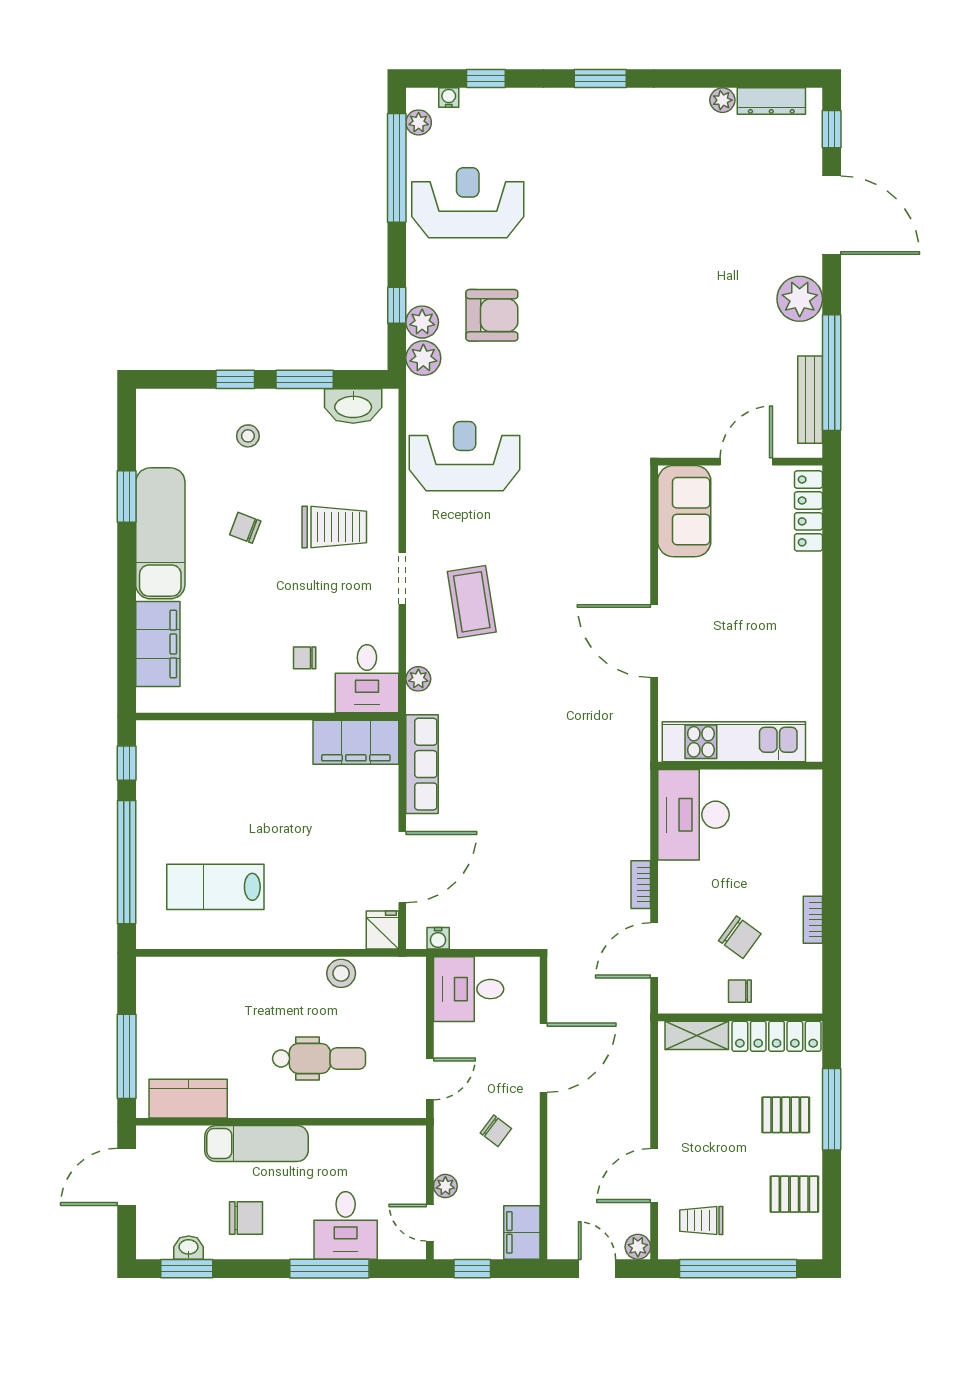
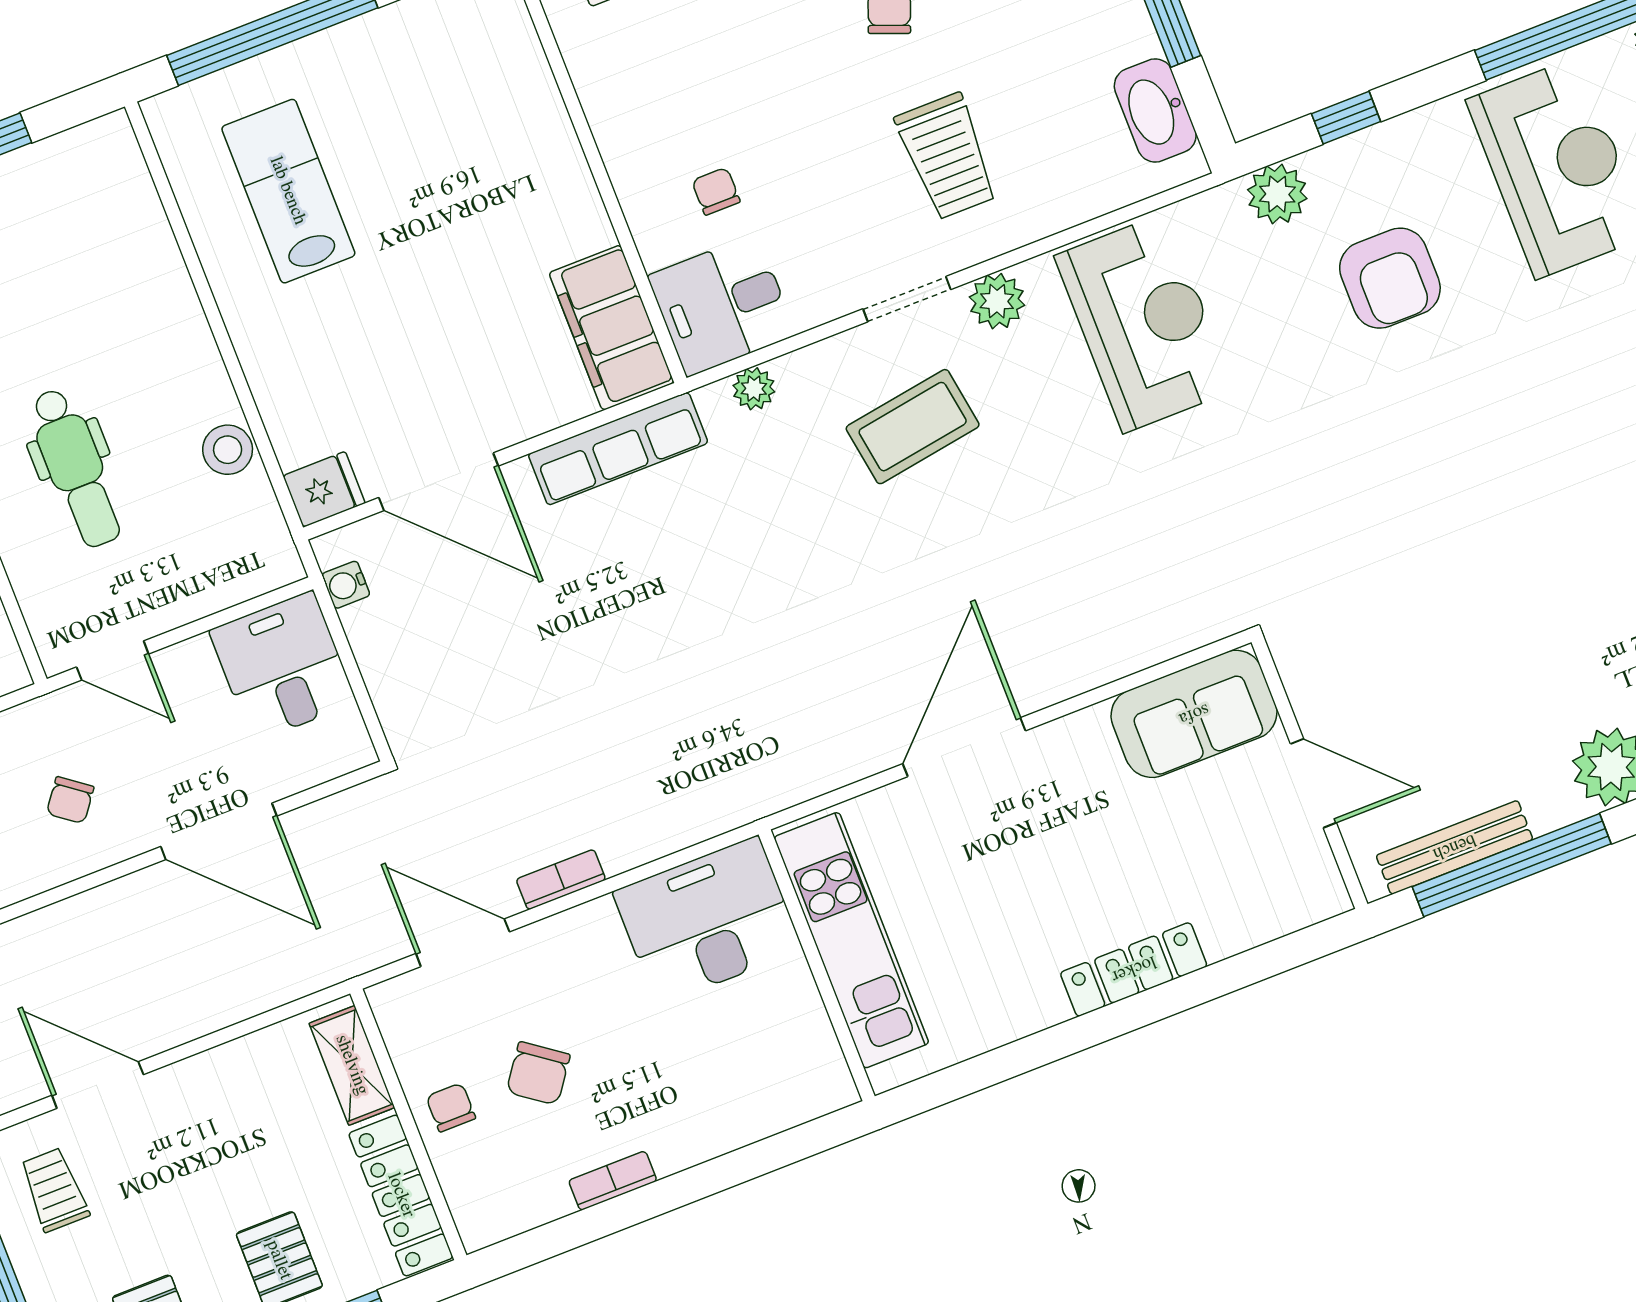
plant: (422, 322) -> (997, 301), moved
locker: (808, 511) -> (1134, 969), moved

